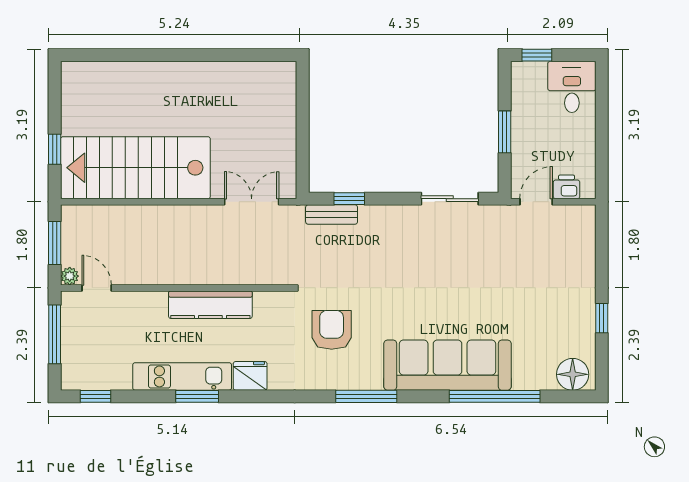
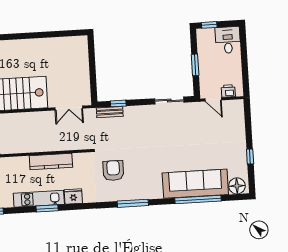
double door: (252, 202) -> (69, 108), swing flipped
door: (536, 202) -> (213, 99), swing flipped
sofa: (448, 365) -> (195, 184), moved

